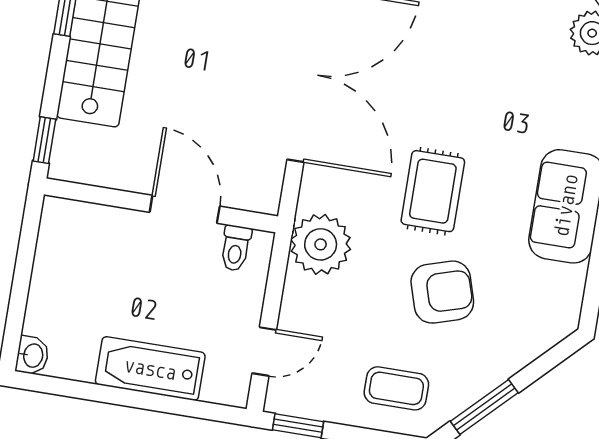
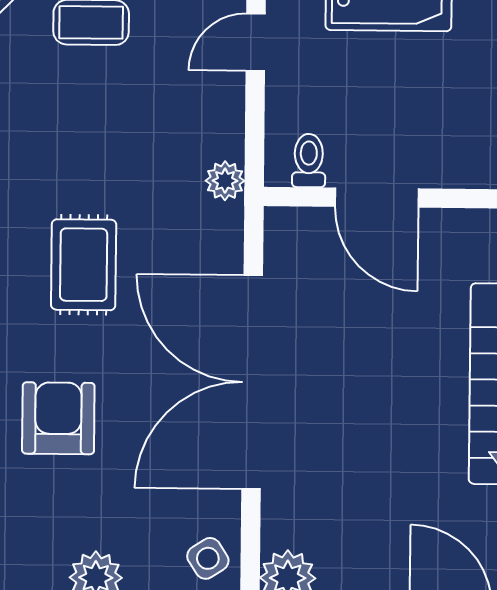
plant: (321, 244) -> (225, 181), width x0.53, depth x0.53
armchair: (442, 292) -> (58, 418), moved, turned 107

